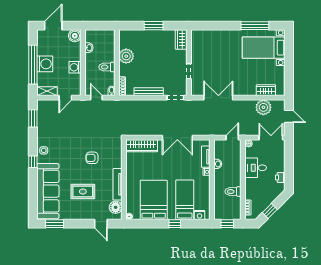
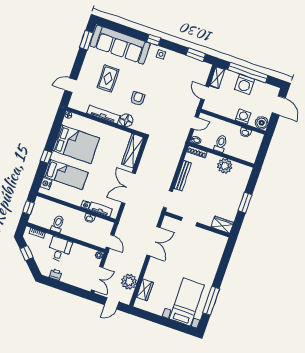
washing machine: (75, 67) -> (243, 117), moved
desk: (256, 168) -> (60, 249), moved
floor lamp: (116, 207) -> (126, 120), moved

